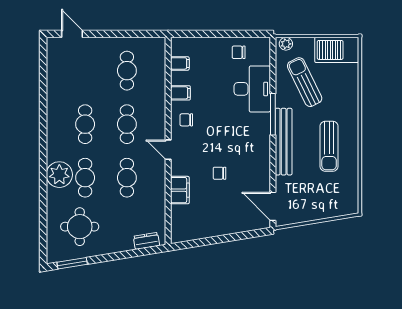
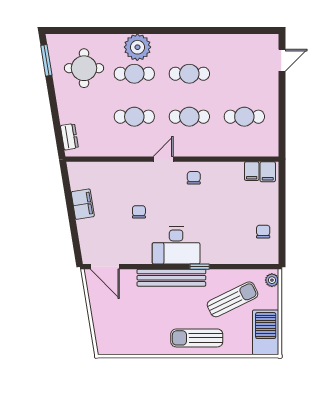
desk: (252, 89) -> (176, 246), moved
filing cabinet: (180, 93) -> (268, 172), moved
window: (273, 114) -> (200, 267), width x0.46
sun lounger: (329, 146) -> (197, 338), moved
filing cabinet: (180, 190) -> (83, 204), moved, turned -99
door: (273, 206) -> (105, 267), swing flipped

